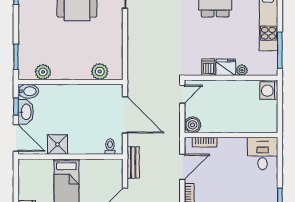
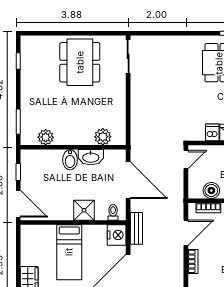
bidet: (28, 91) -> (70, 160), moved, turned 90
washbasin: (26, 112) -> (91, 157), moved, turned 90
boiler: (193, 125) -> (211, 191), moved
shower: (57, 145) -> (84, 210), moved
nightstand: (114, 169) -> (117, 235), added

